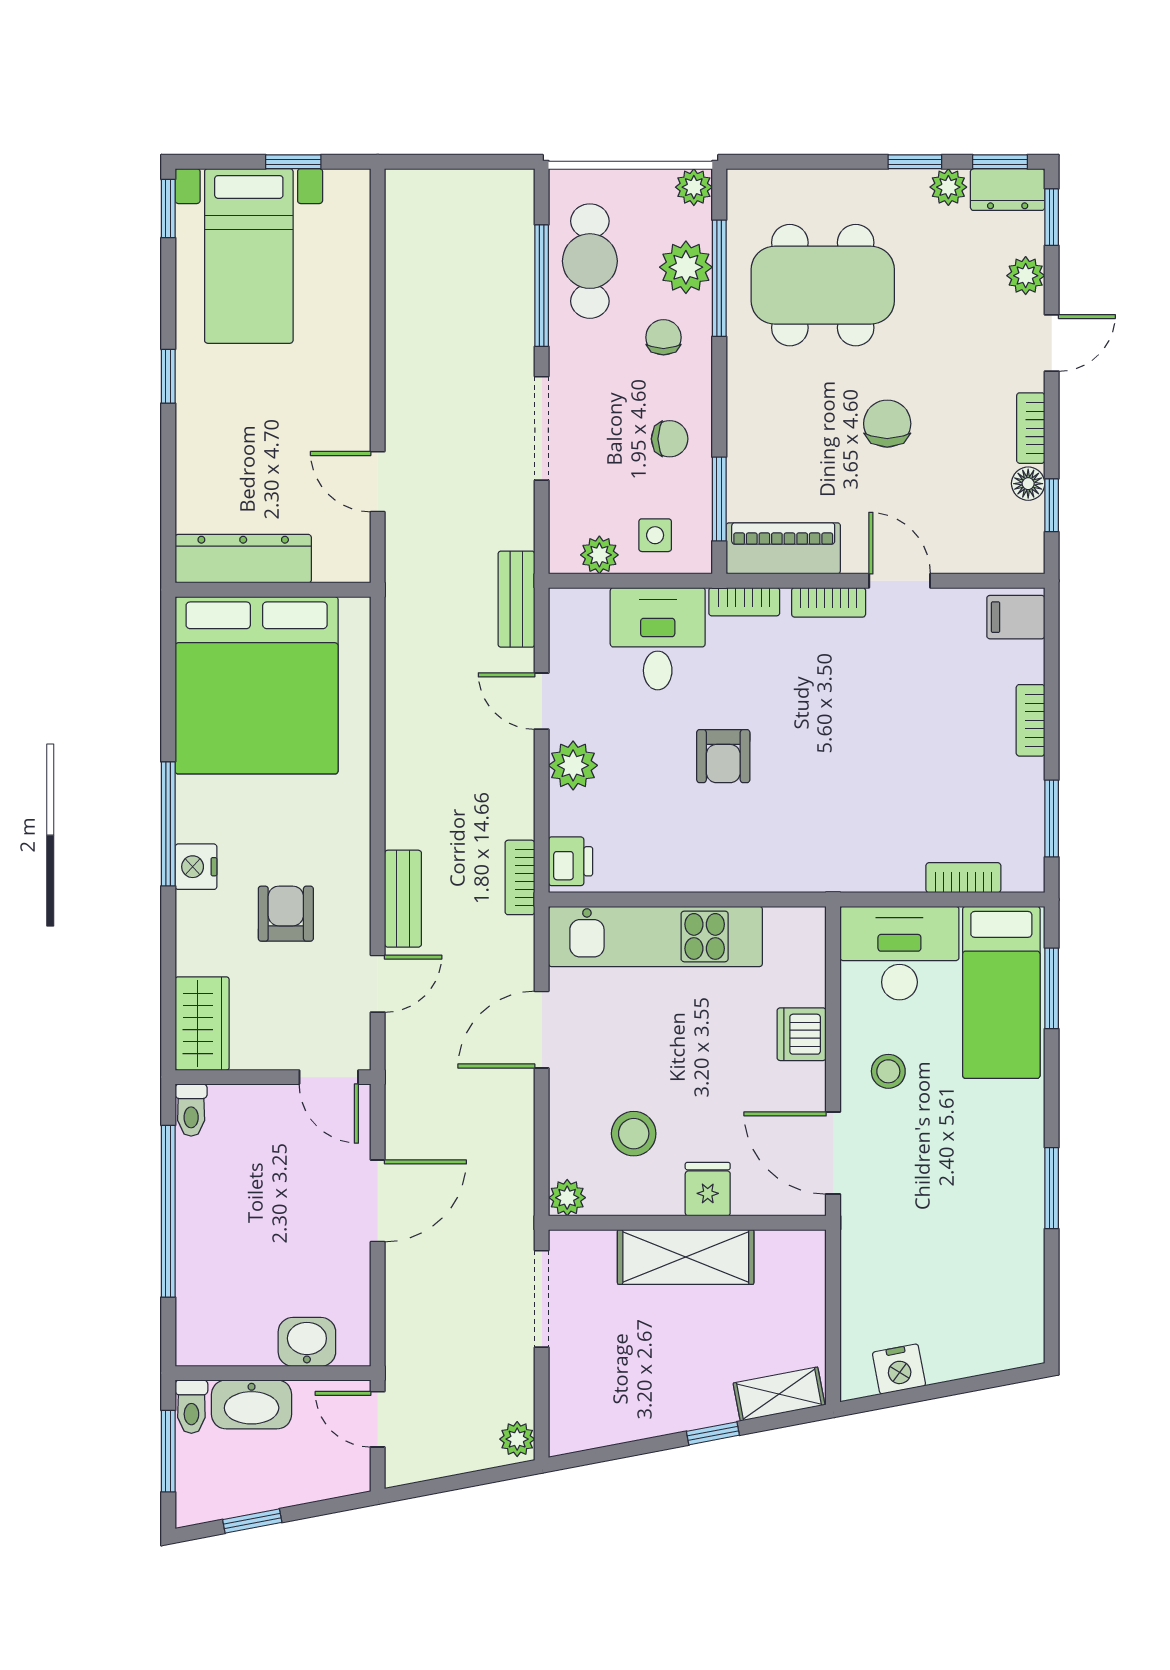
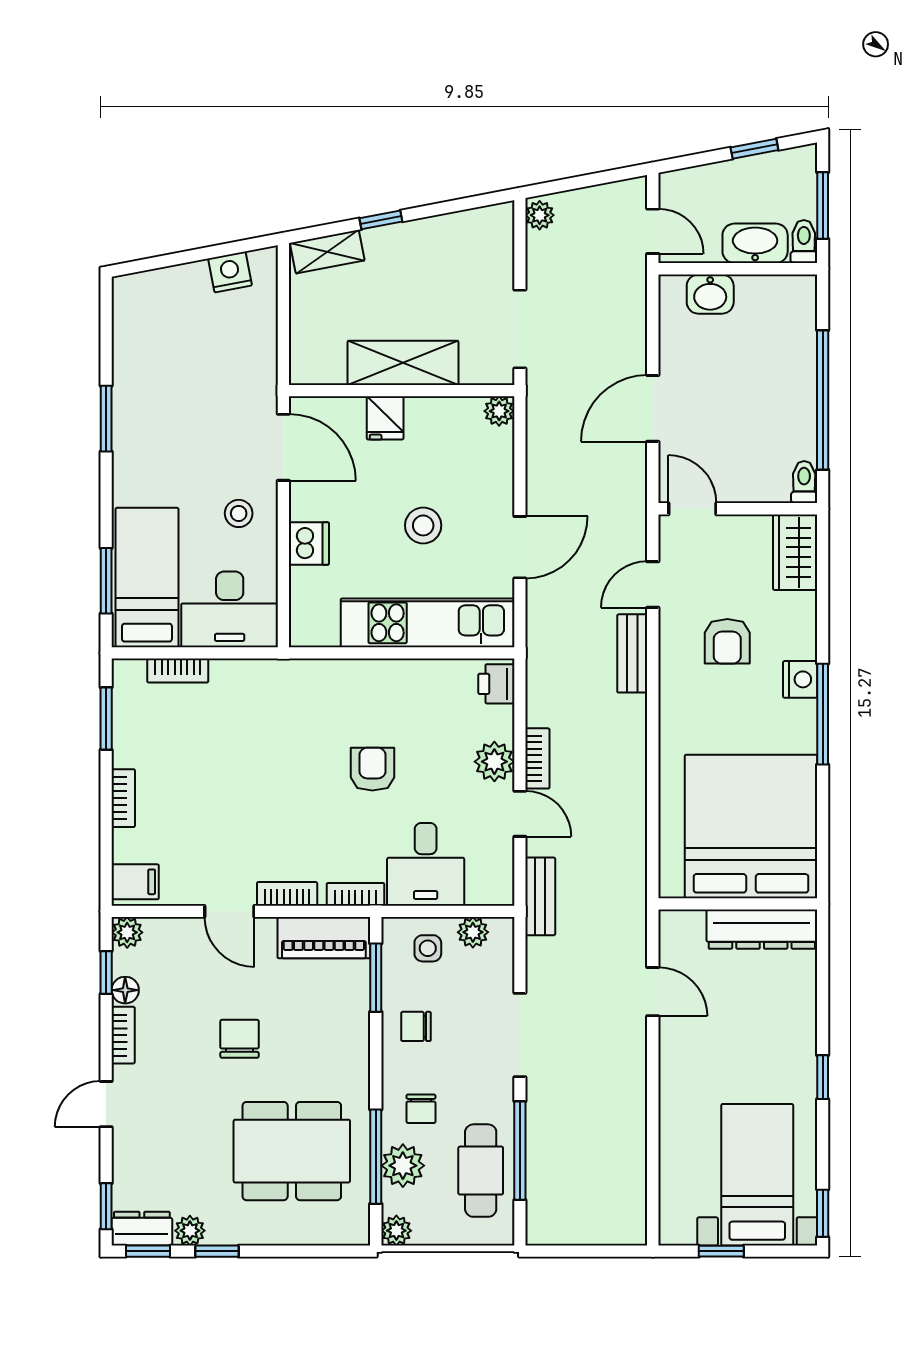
plant: (1026, 276) -> (127, 932), moved
chair: (887, 424) -> (240, 1039), turned 180
bookcase: (520, 877) -> (537, 758), moved
stool: (634, 1134) -> (423, 525), moved

